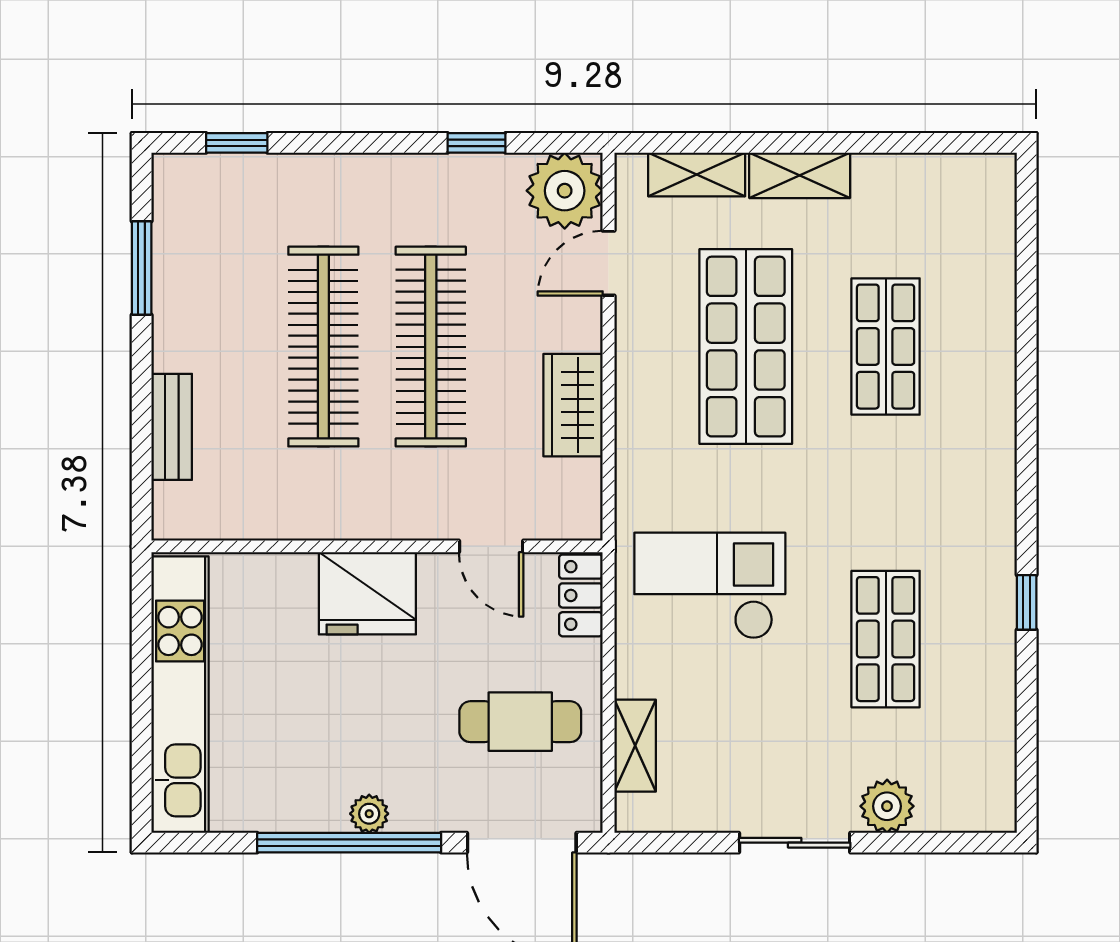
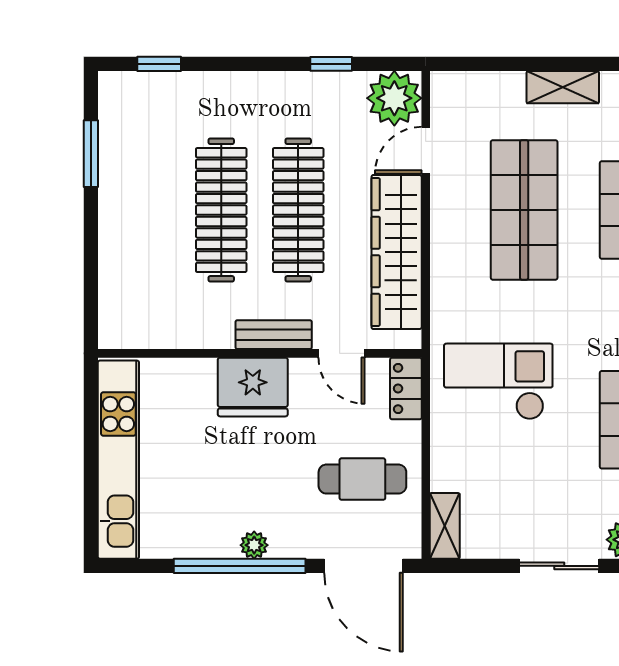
shelving: (697, 174) -> (489, 87), removed
wardrobe: (573, 405) -> (397, 252), width x2.10, depth x1.17
bench: (172, 427) -> (274, 335), moved, turned 90
shelving: (635, 746) -> (445, 526), moved

